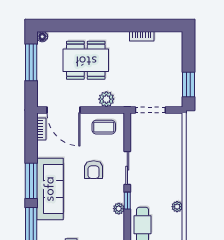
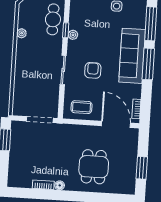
floor lamp: (42, 37) -> (60, 185), moved
dining table: (86, 60) -> (94, 167), width x0.73
window: (31, 62) -> (142, 168), width x0.69
plant: (106, 99) -> (78, 131), removed
window: (127, 201) -> (66, 30), moved

